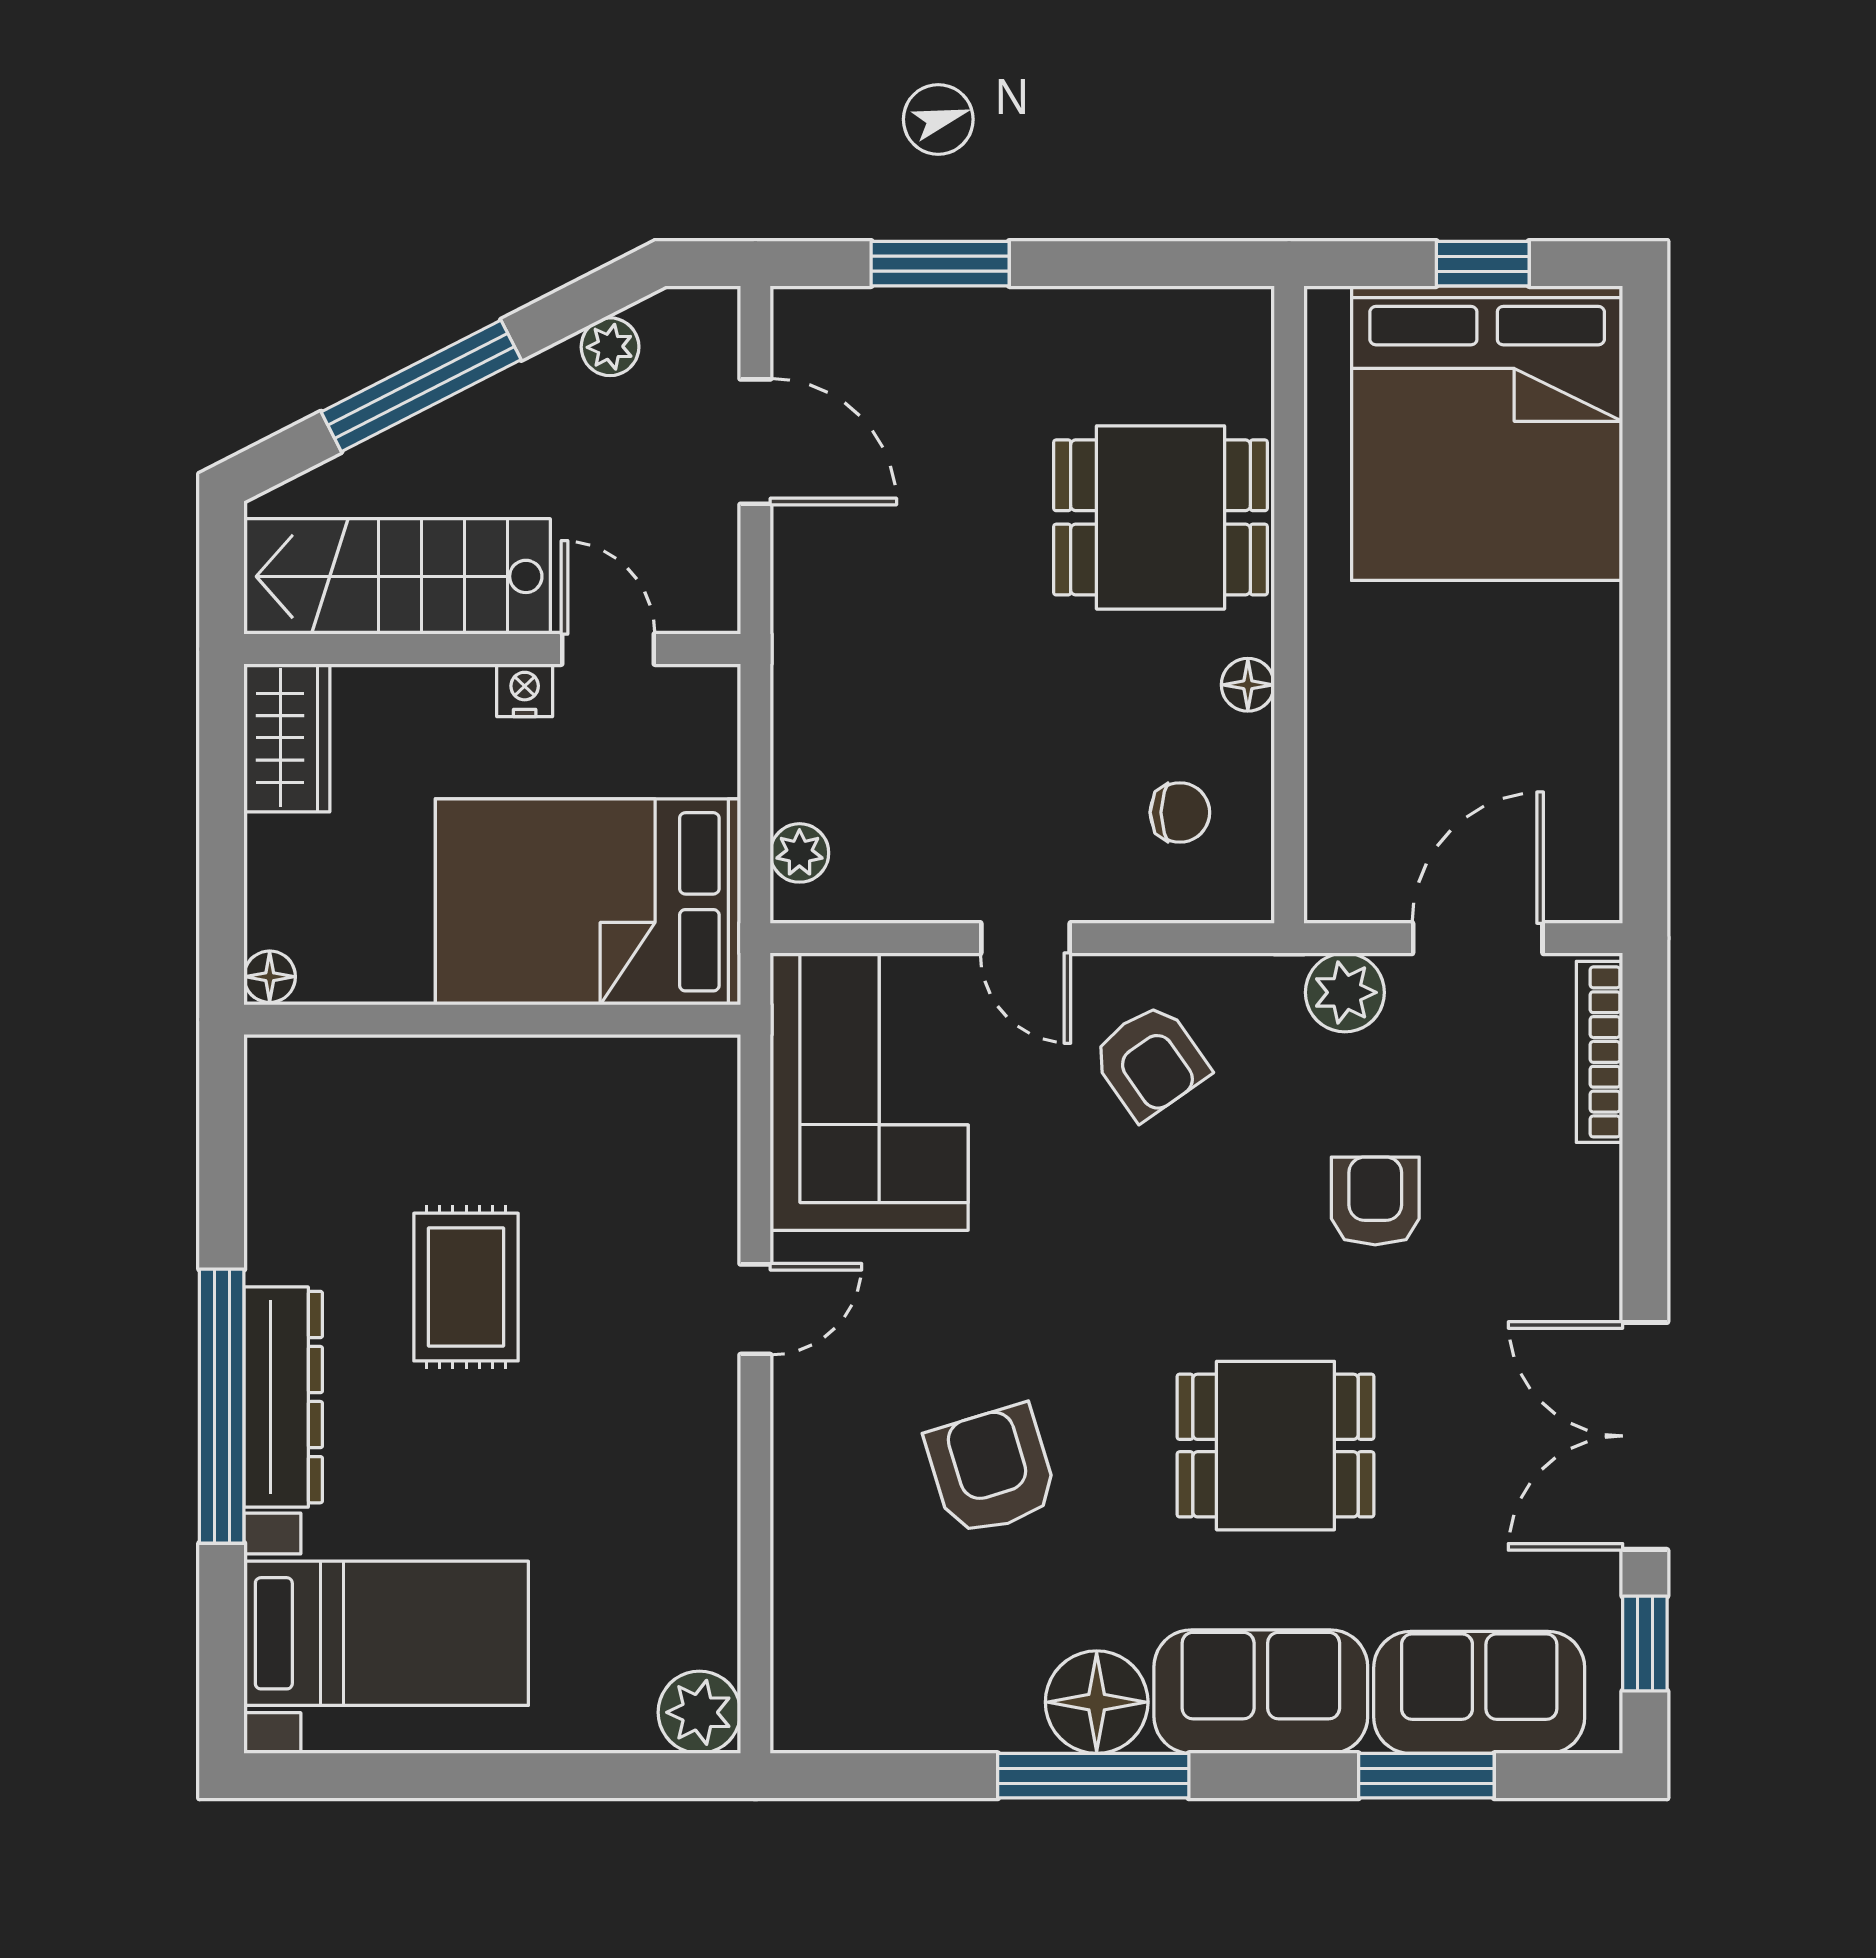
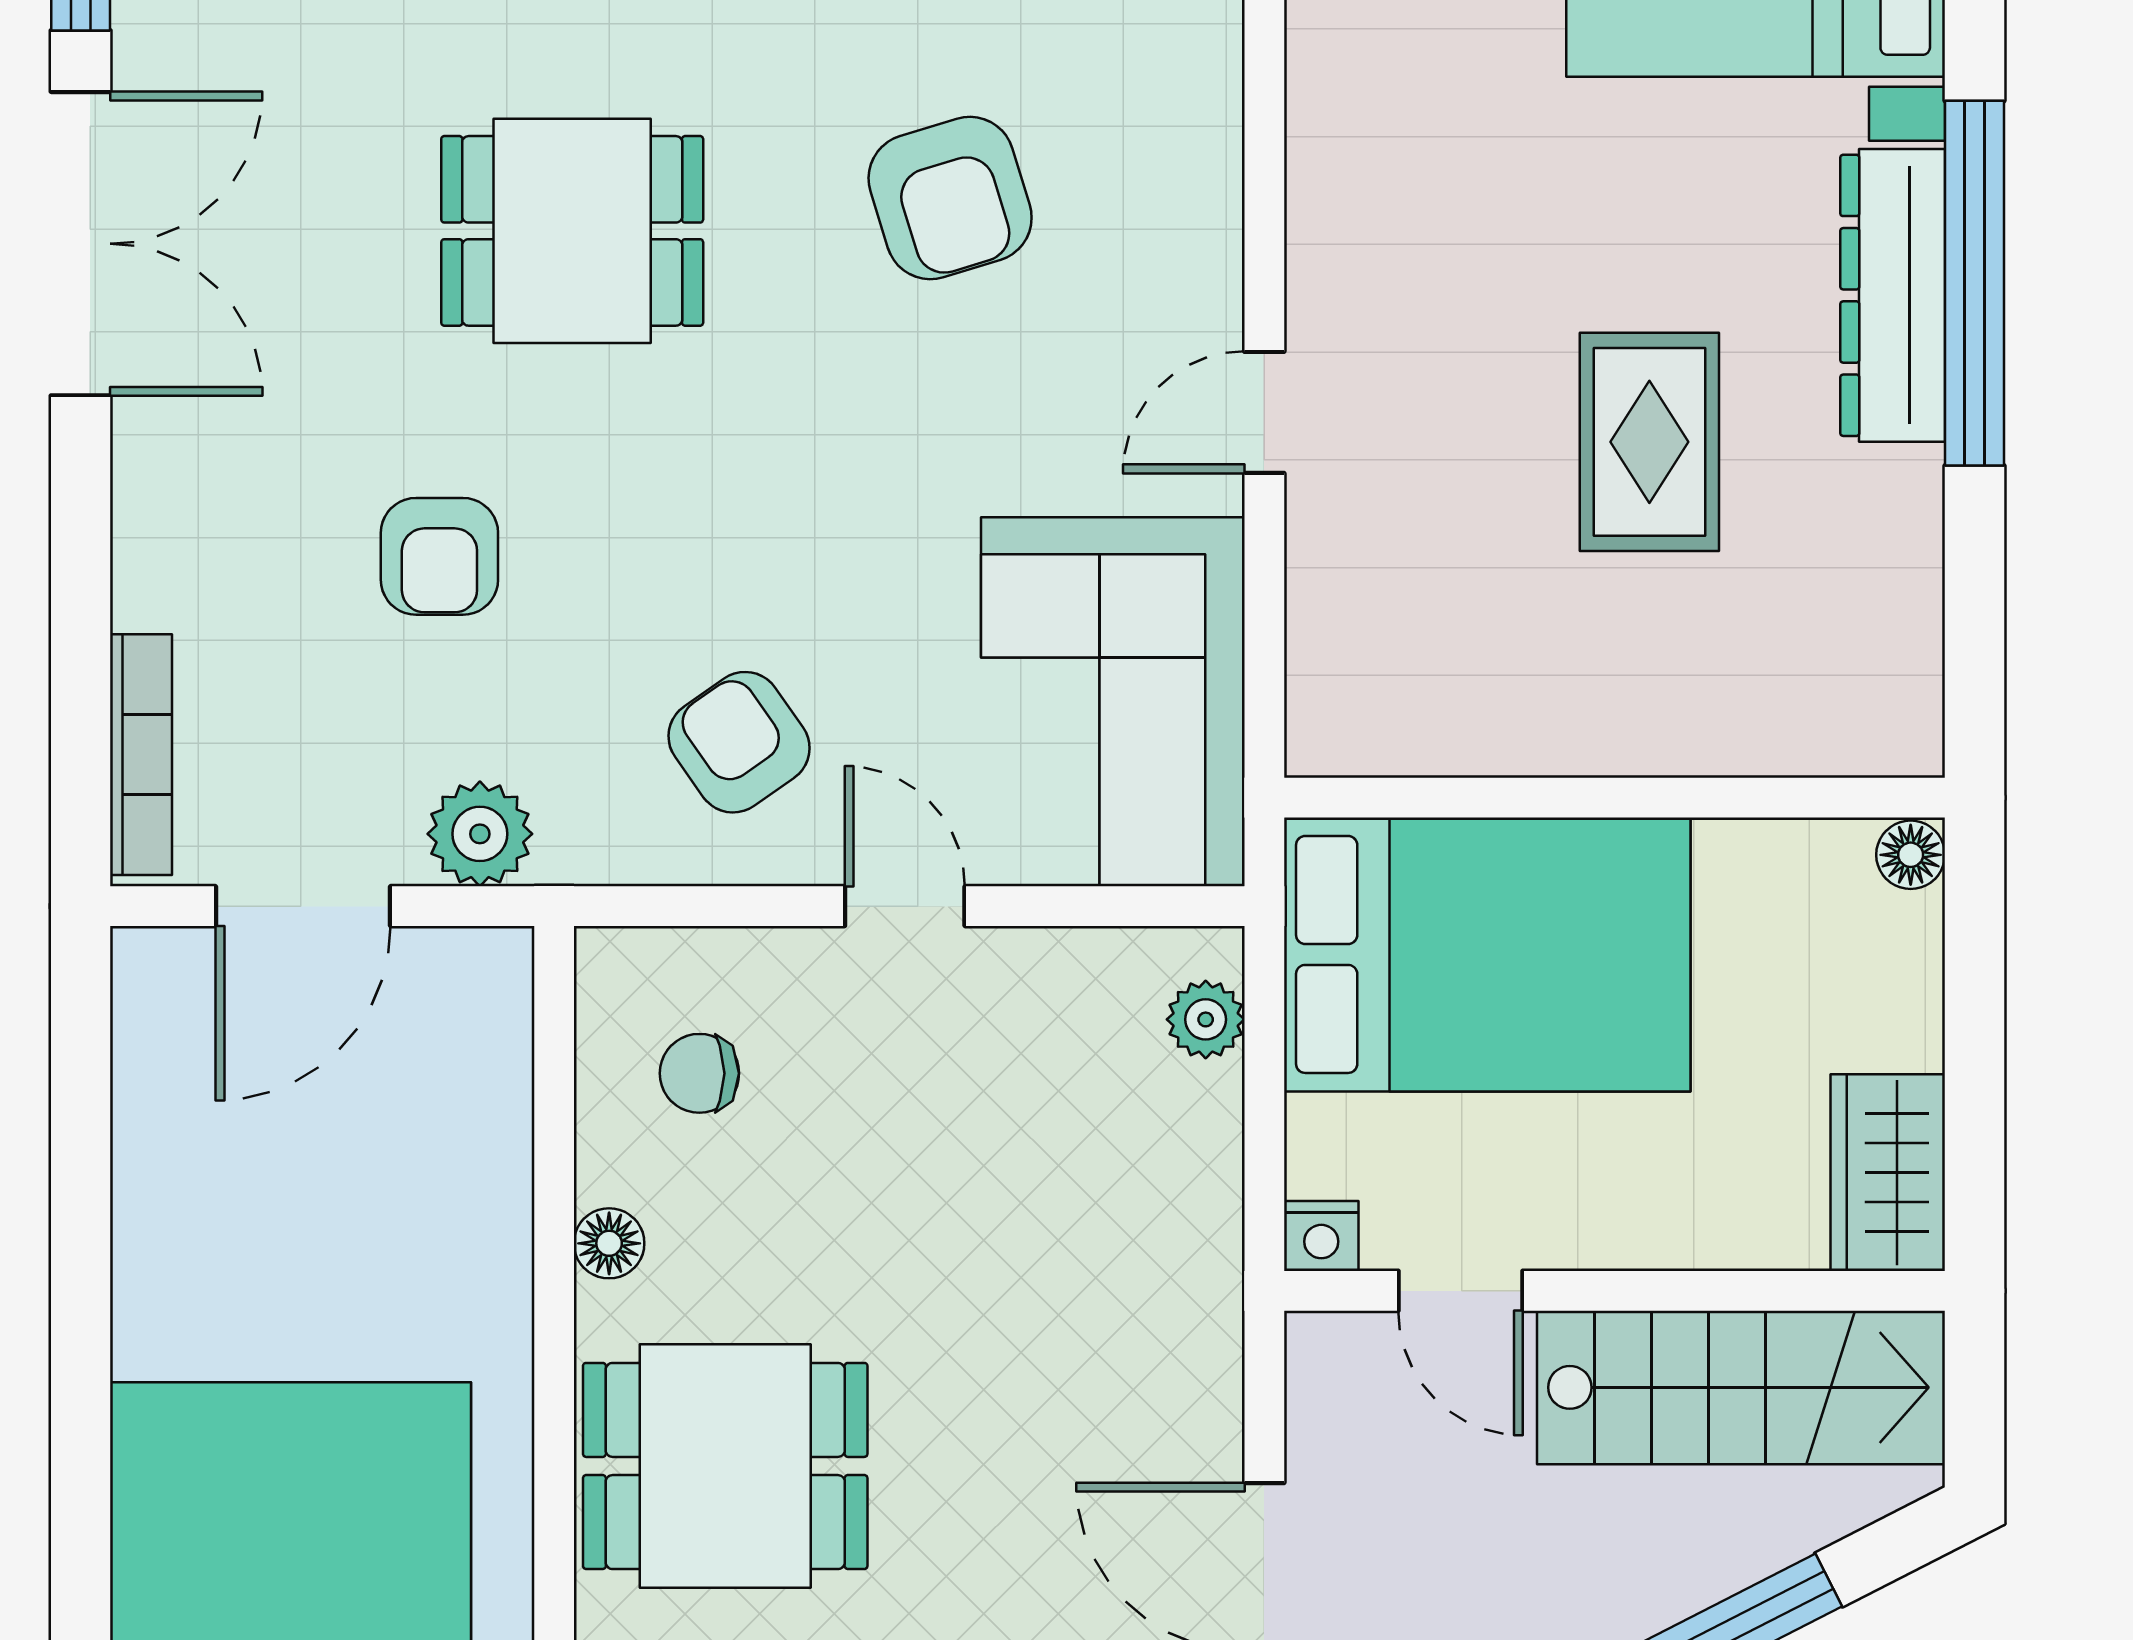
nightstand: (525, 690) -> (1321, 1236), moved

